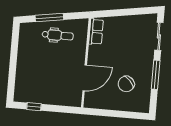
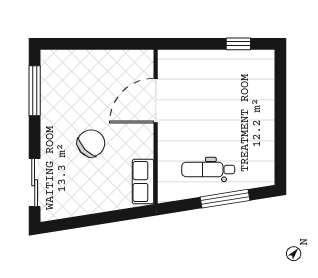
window: (156, 75) -> (35, 91), moved
chair: (126, 84) -> (91, 143), moved

